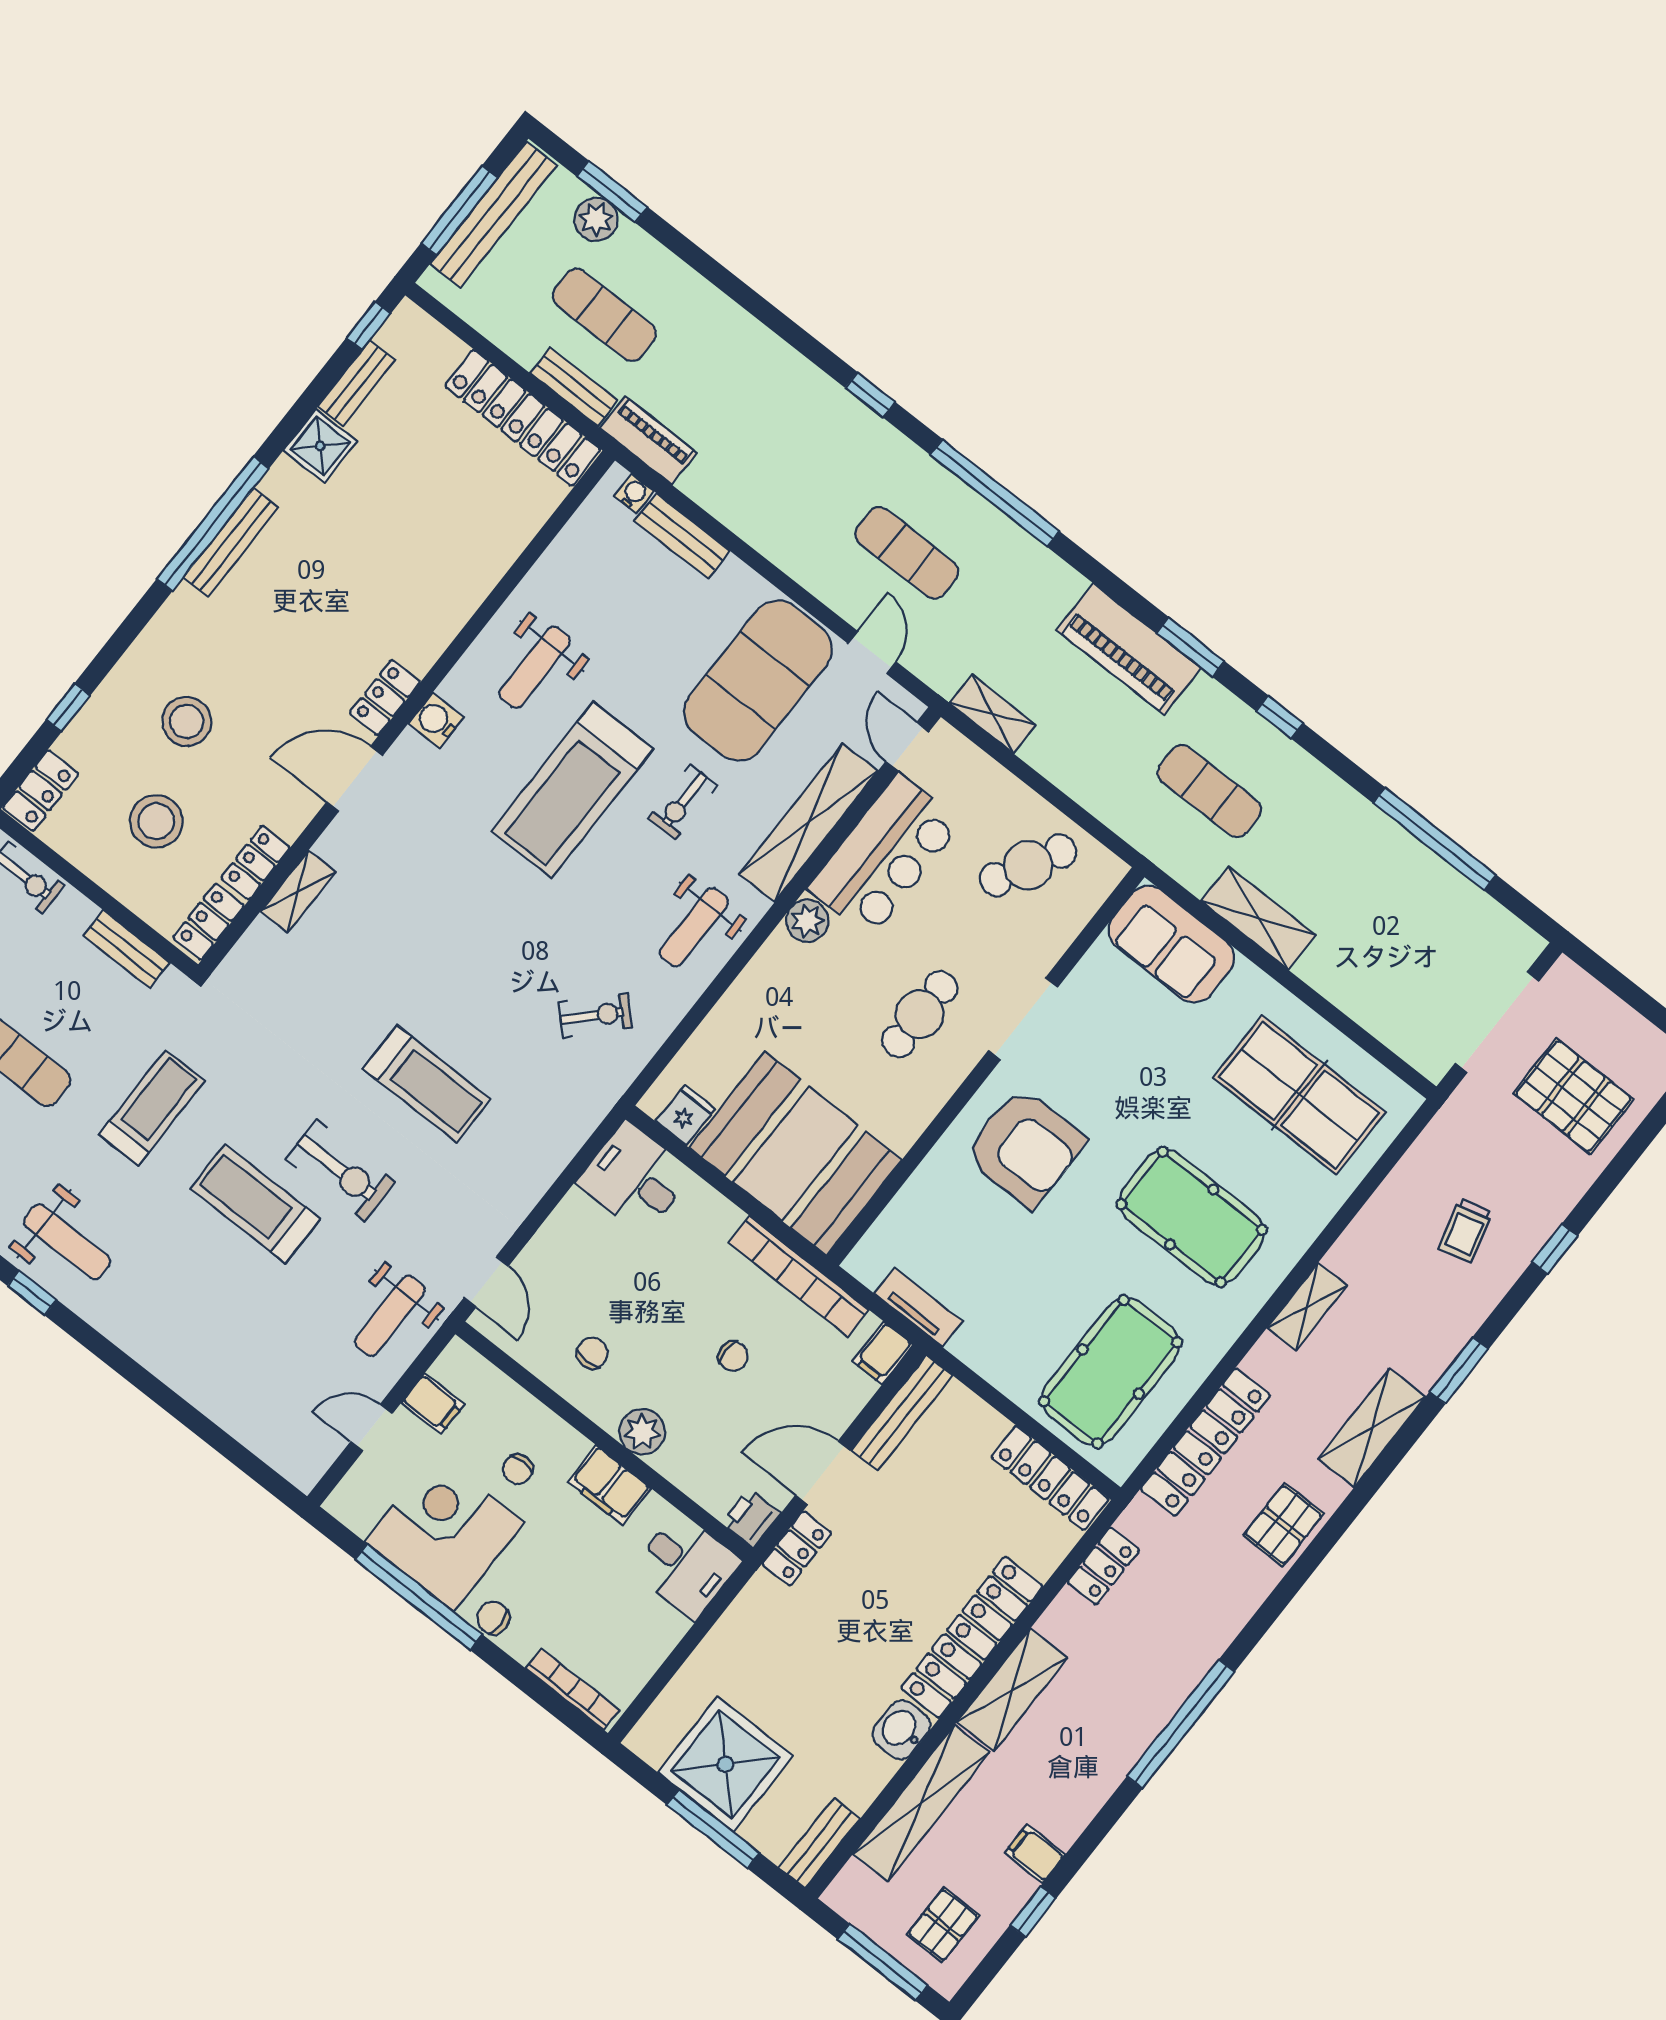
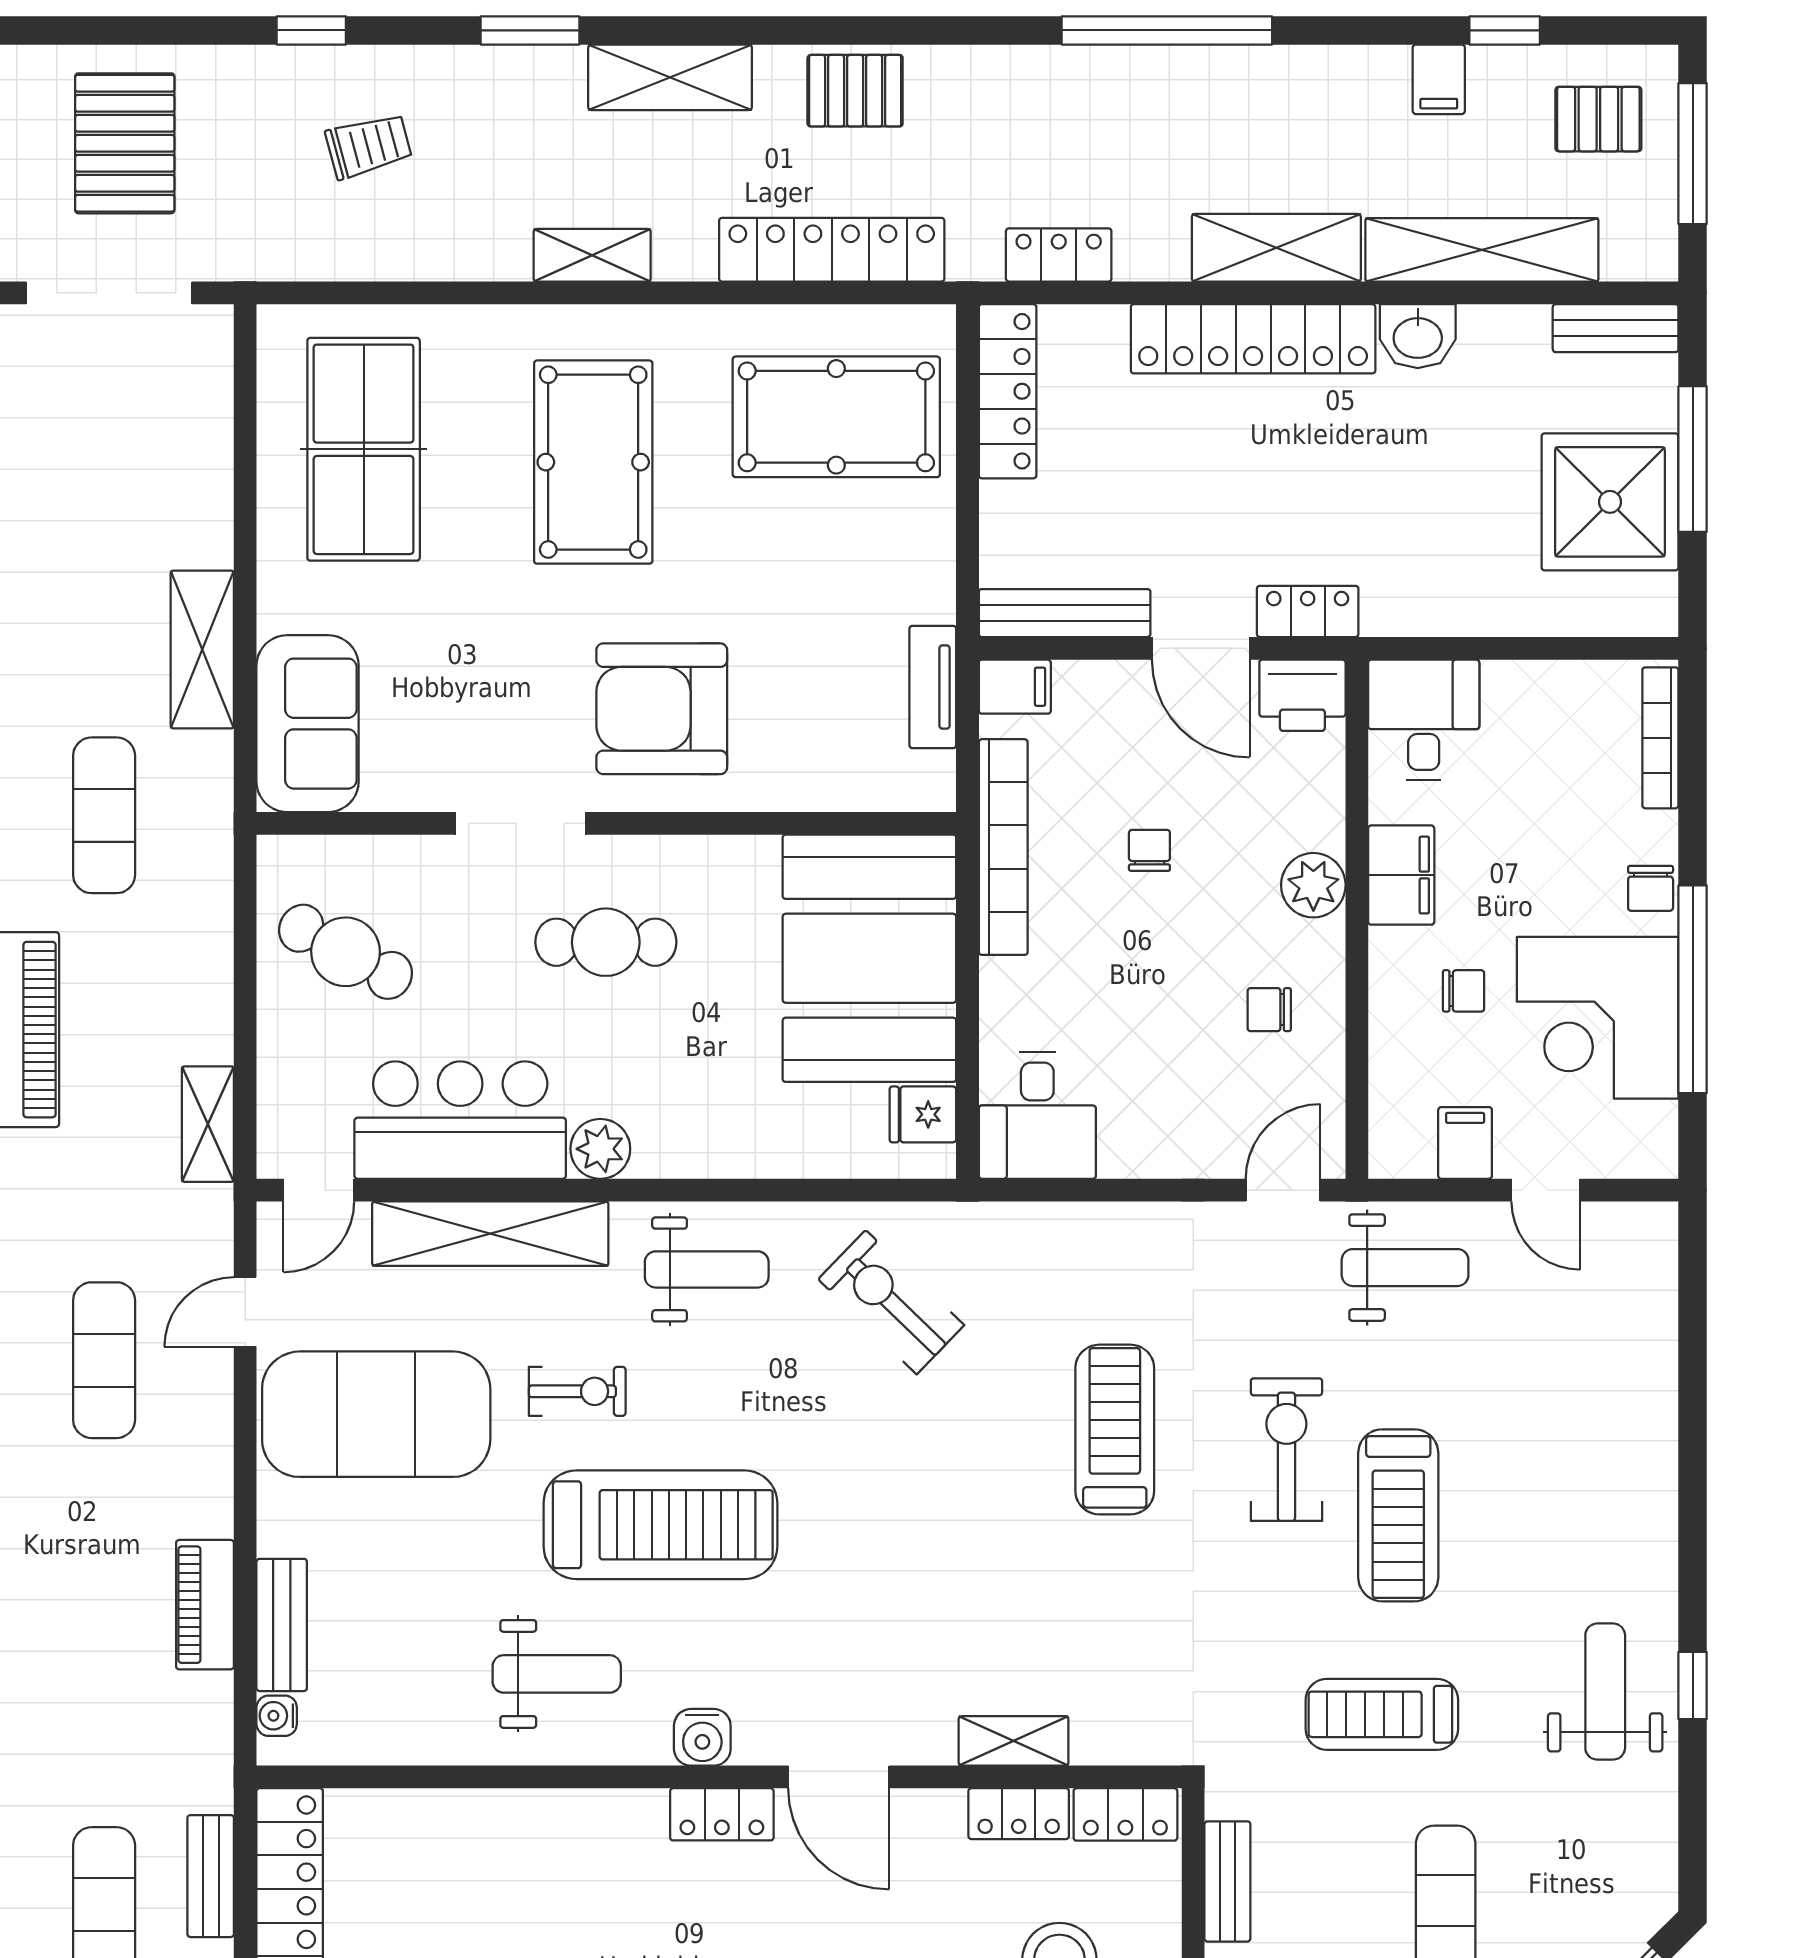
piano: (649, 440) -> (205, 1605), moved
exercise bike: (595, 1015) -> (891, 1302), width x1.38, depth x1.39
armchair: (1025, 1147) -> (662, 709), turned -90
printer: (751, 1518) -> (1302, 695), width x1.36, depth x1.24

